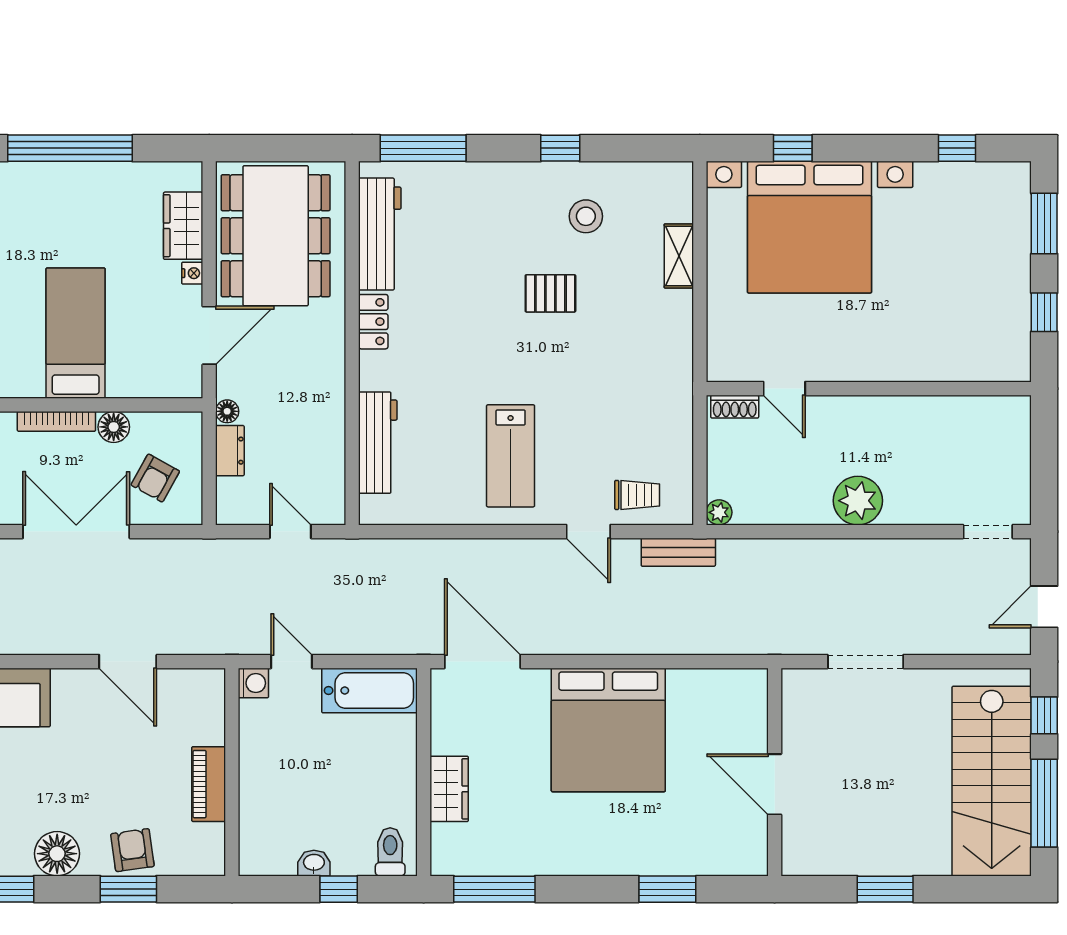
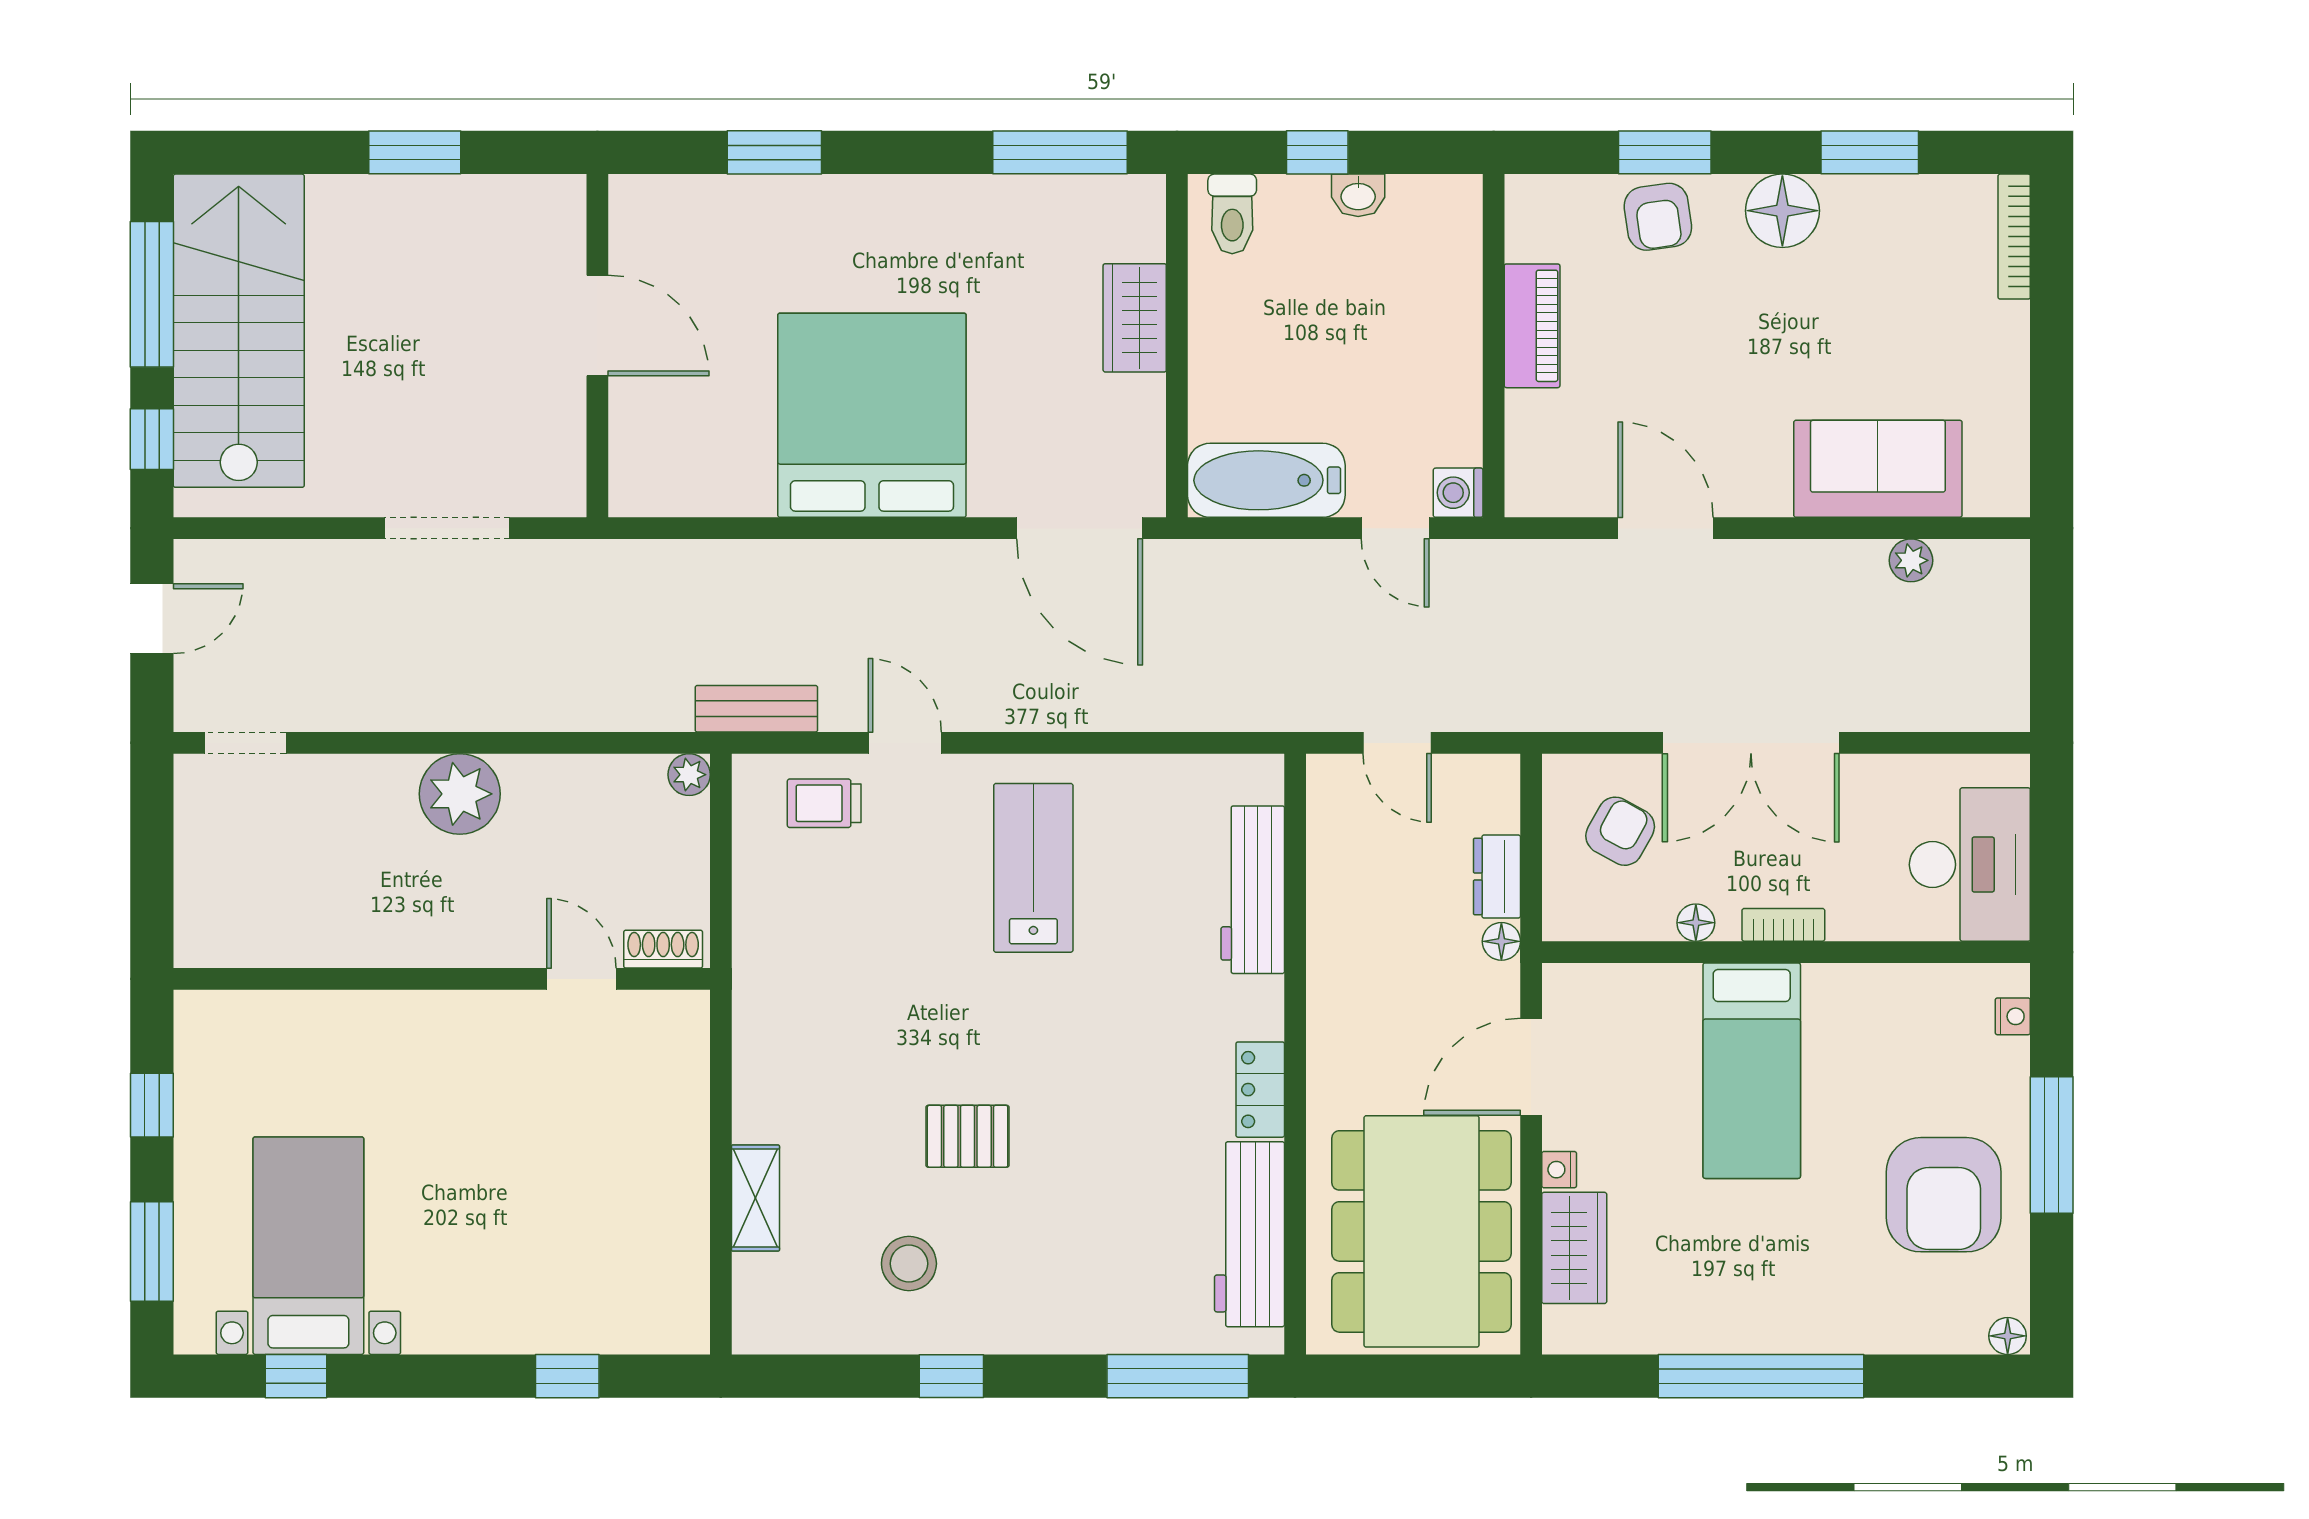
bed with nightstands: (809, 227) -> (308, 1246), moved, width x0.54
bookcase: (56, 421) -> (1783, 925), width x0.64
floor lamp: (114, 427) -> (1696, 923), width x0.73, depth x0.73

